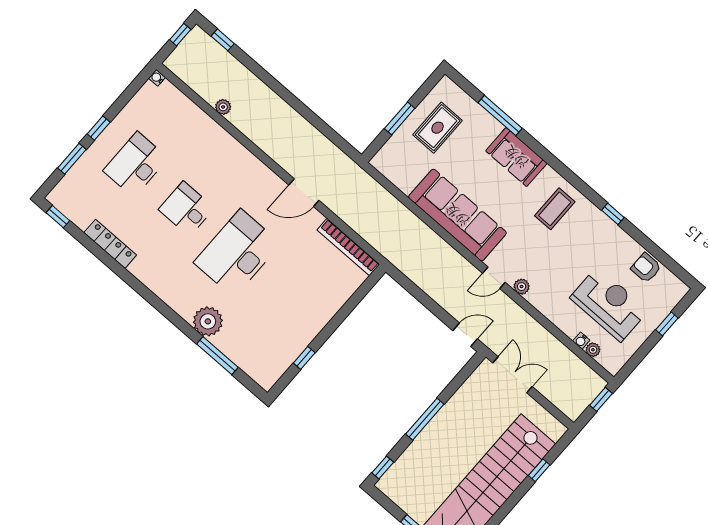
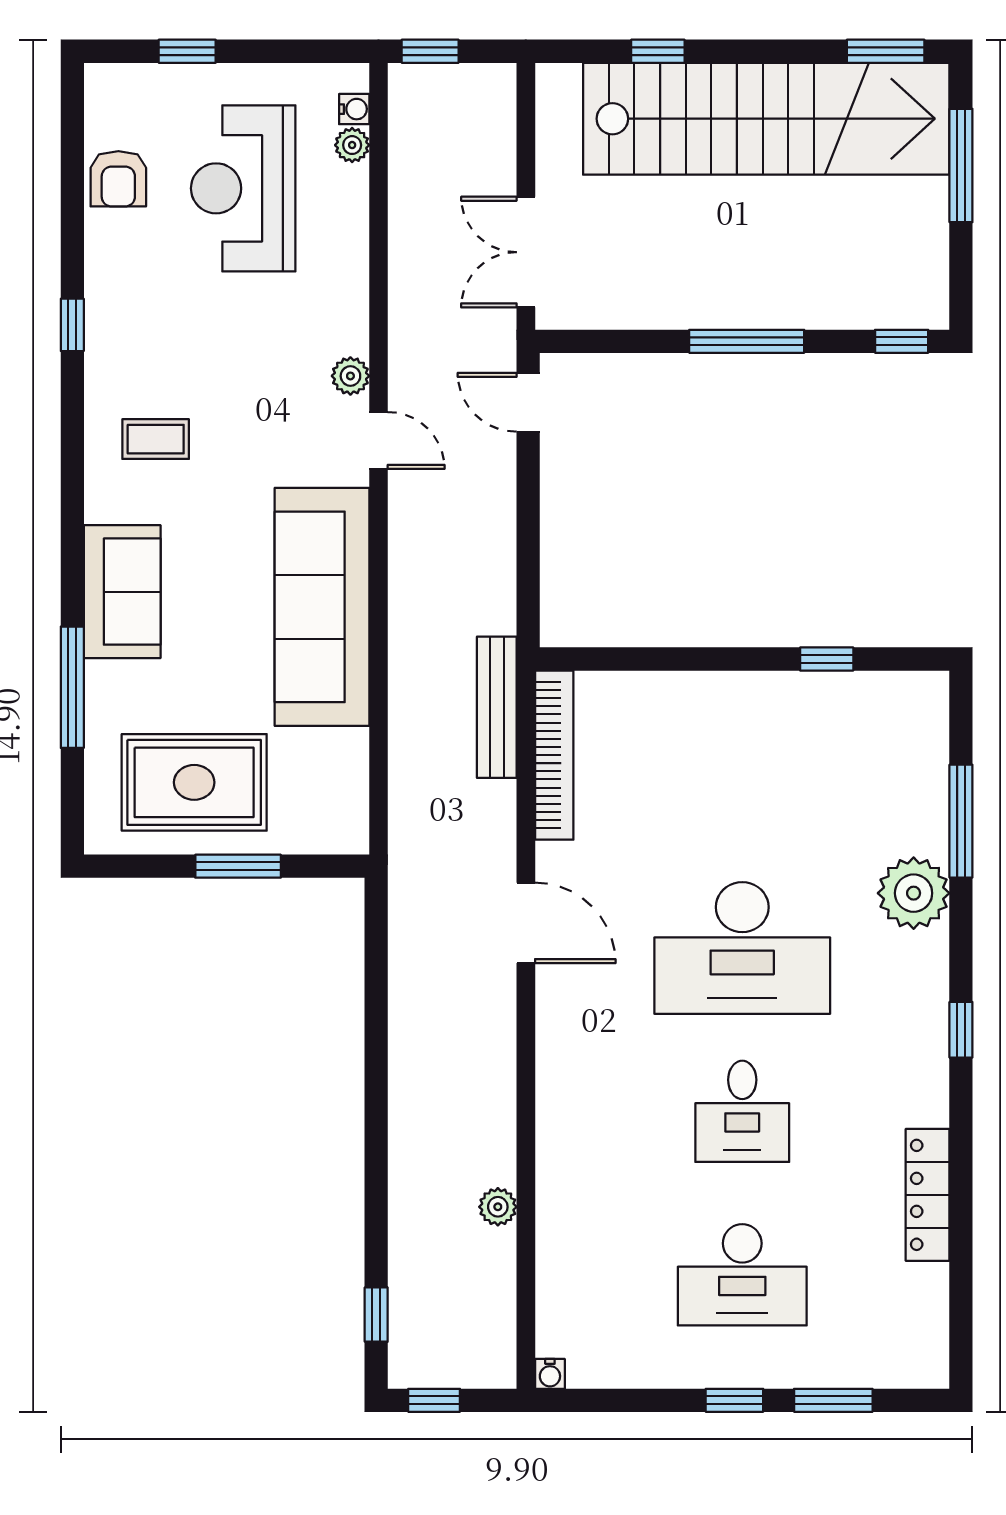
rug: (438, 128) -> (194, 782), width x1.36, depth x1.43
coffee table: (555, 209) -> (156, 439), width x0.73, depth x0.77
window: (58, 217) -> (961, 1030), moved
bench: (379, 242) -> (497, 707), added
water cooler: (581, 341) -> (354, 109), moved

